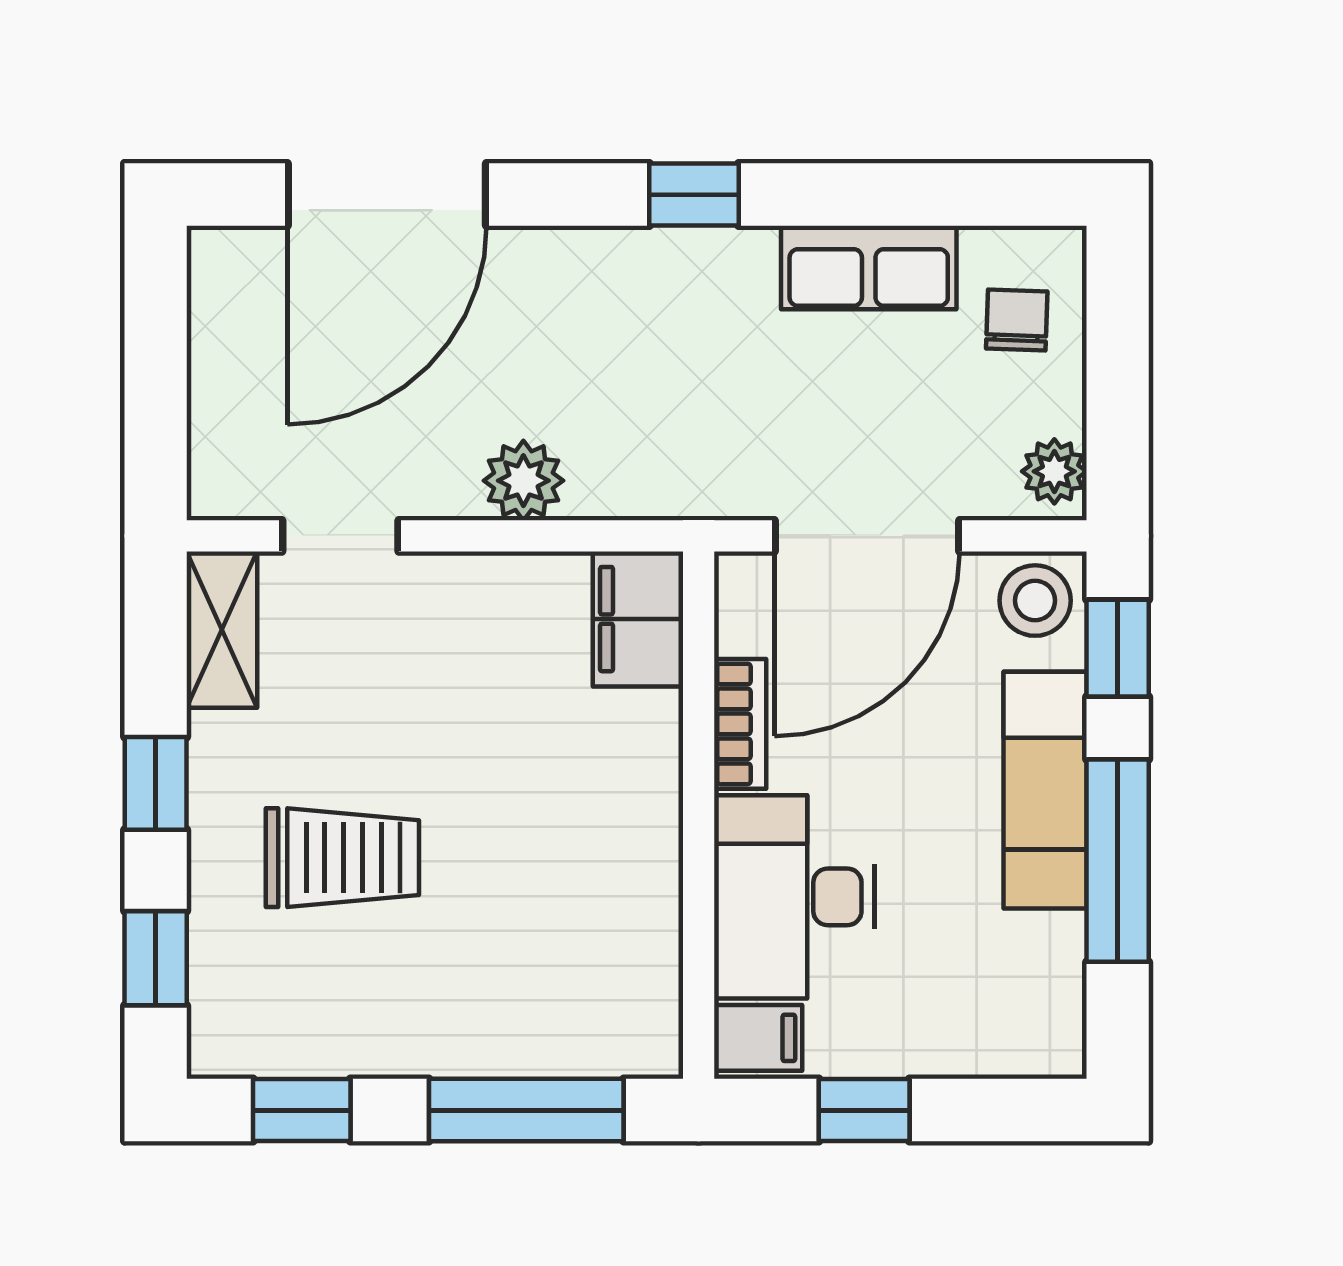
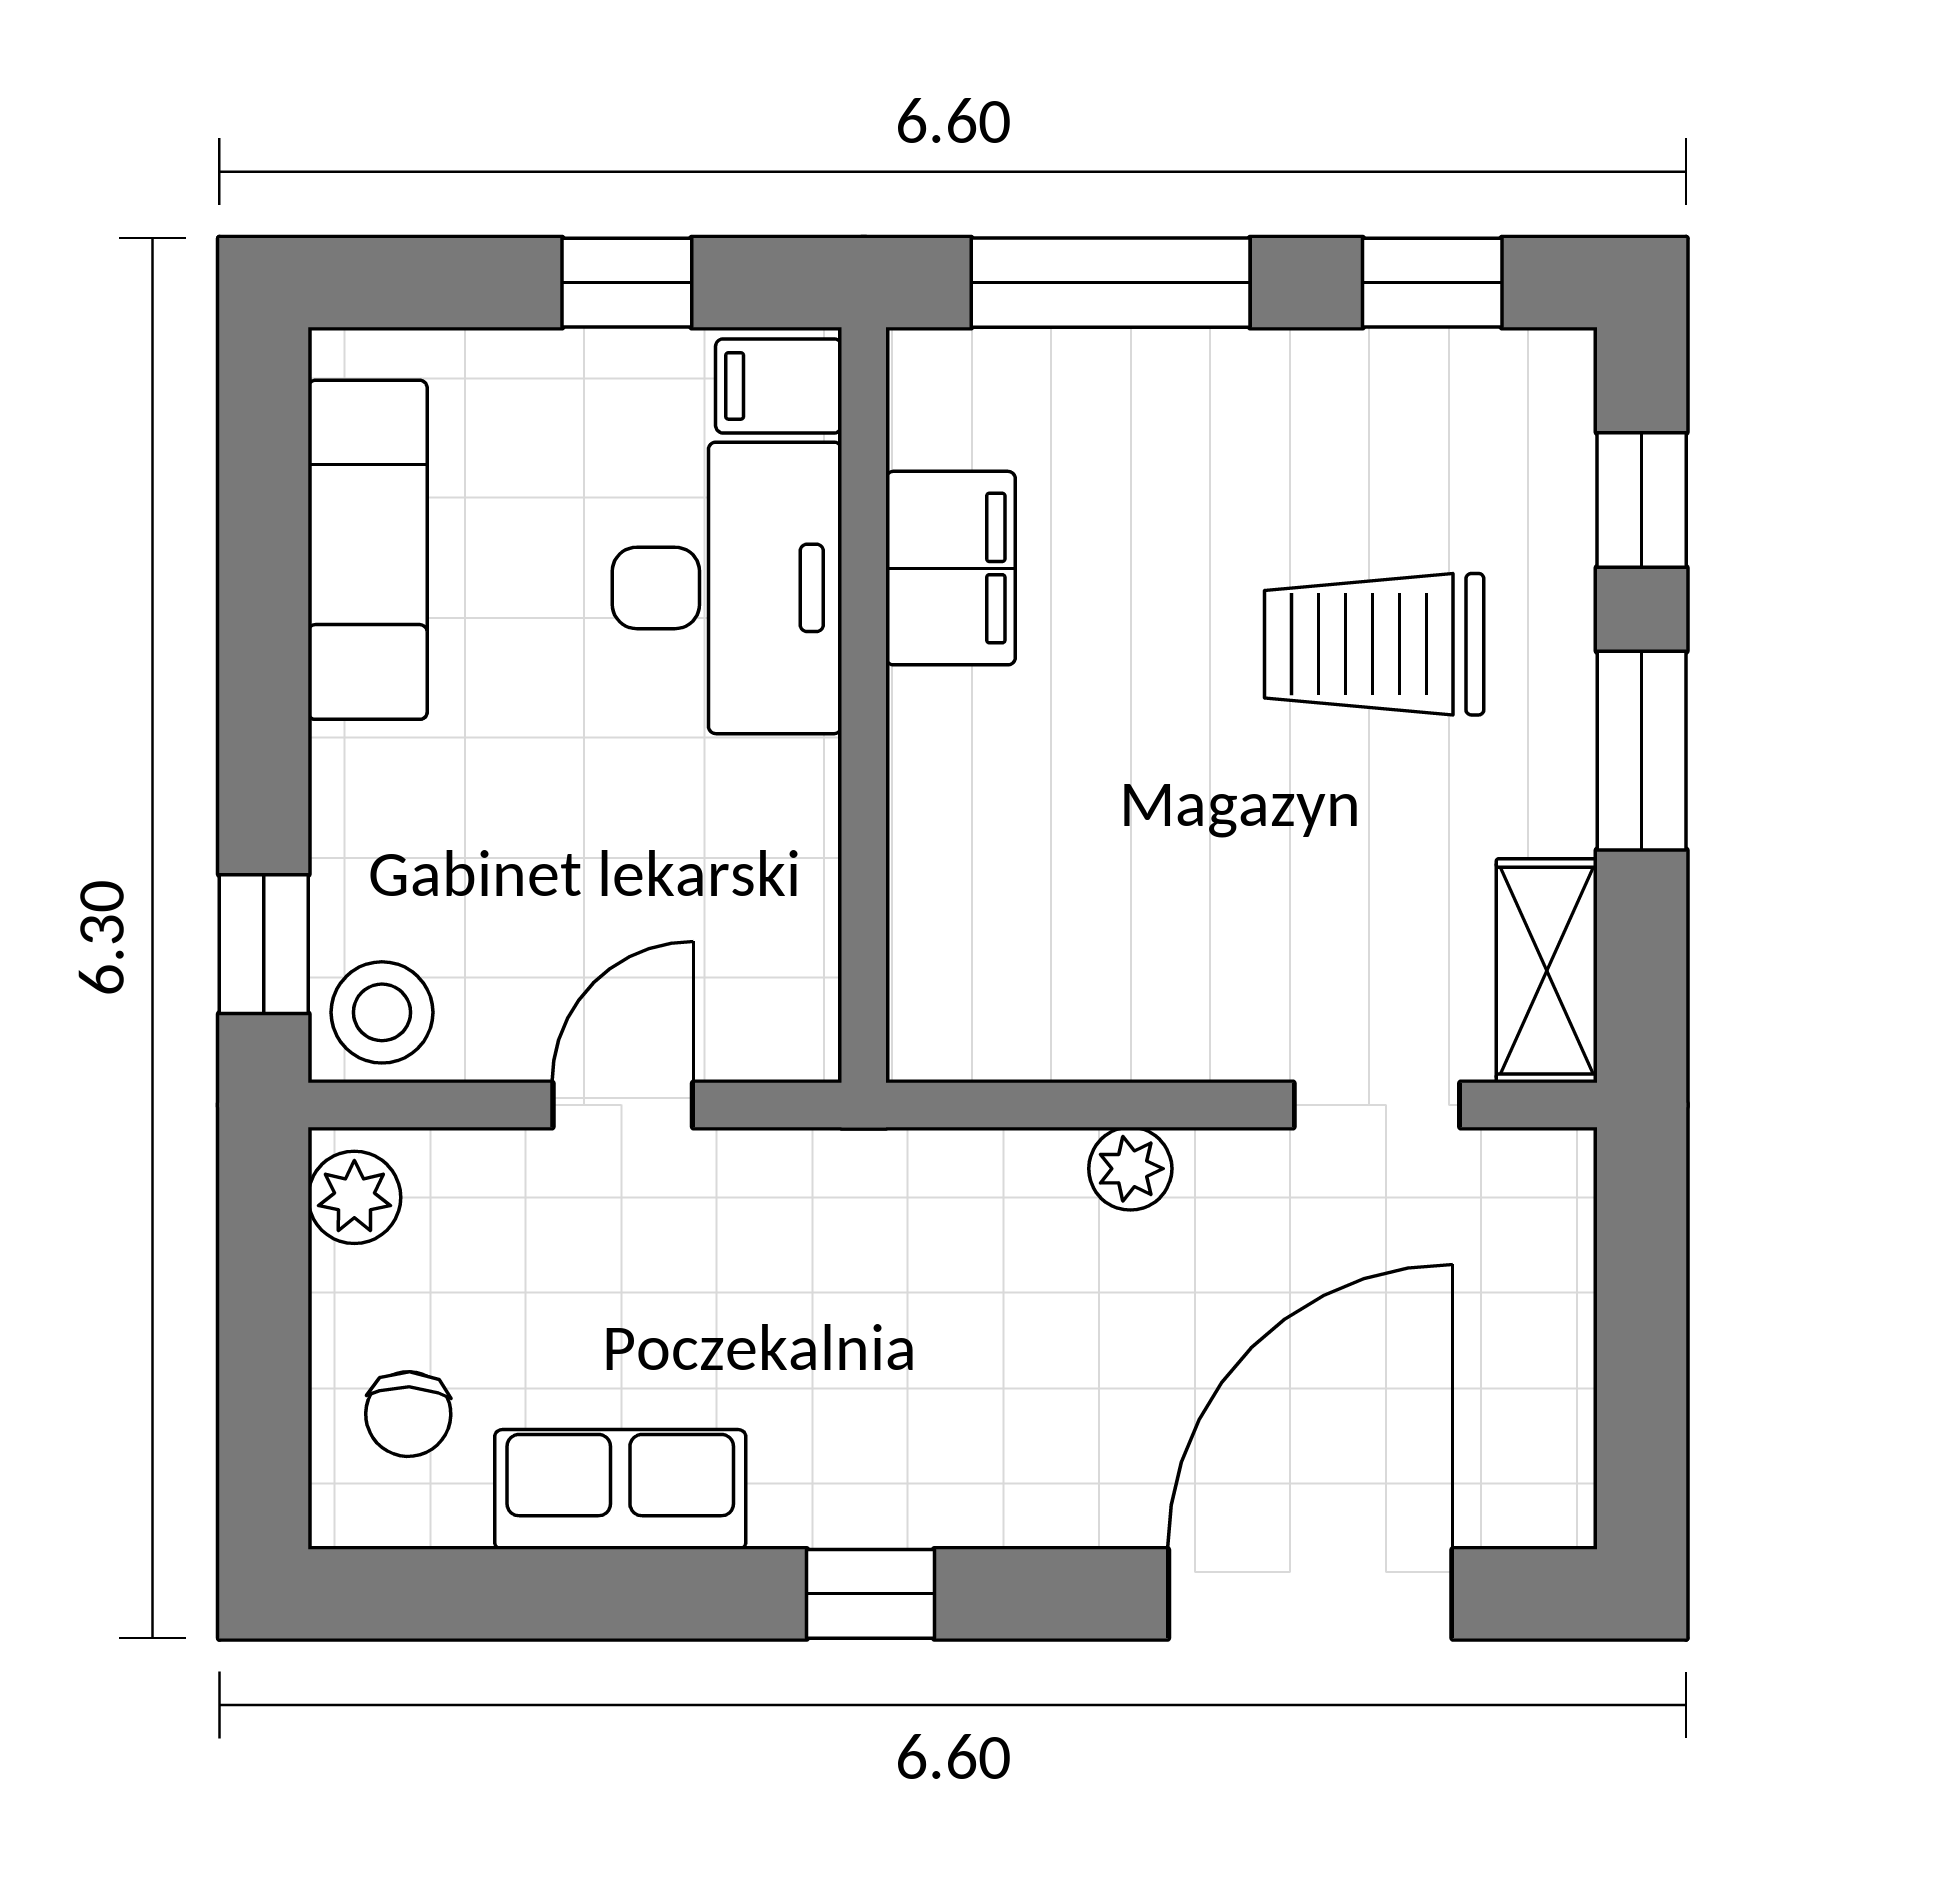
plant: (523, 481) -> (1130, 1169), width x0.73, depth x0.73
door: (867, 536) -> (623, 1105), width x0.53
filing cabinet: (638, 619) -> (951, 568), moved
bookcase: (740, 724) -> (804, 836), removed
window: (156, 783) -> (1642, 751), width x1.50
exam couch: (1045, 790) -> (368, 550), moved
window: (1118, 861) -> (264, 640), removed

